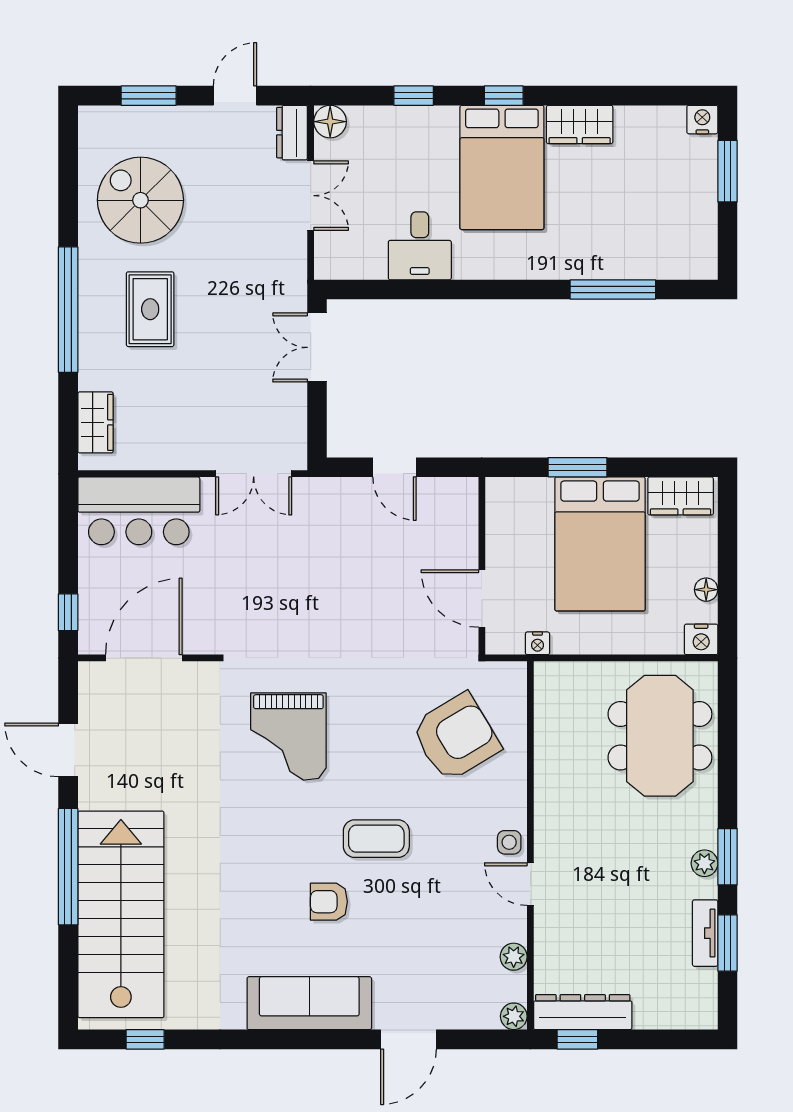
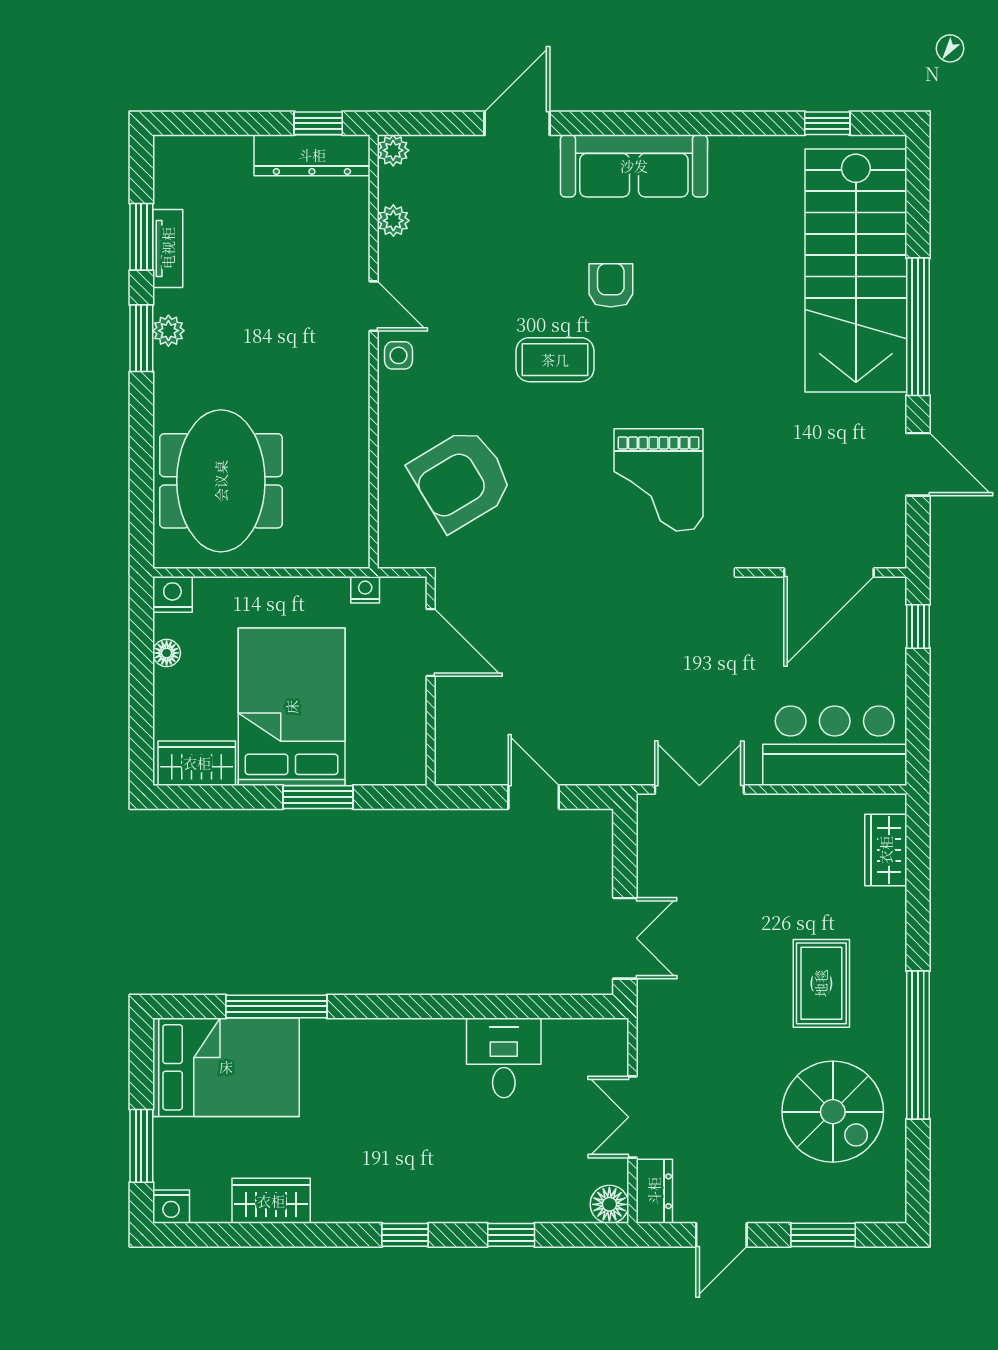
wardrobe: (580, 125) -> (271, 1201), moved
bed: (502, 167) -> (226, 1067), moved, turned 90
window: (68, 310) -> (918, 1045), moved
grand piano: (288, 737) -> (659, 480), turned 180
armchair: (329, 902) -> (611, 285), turned -90

